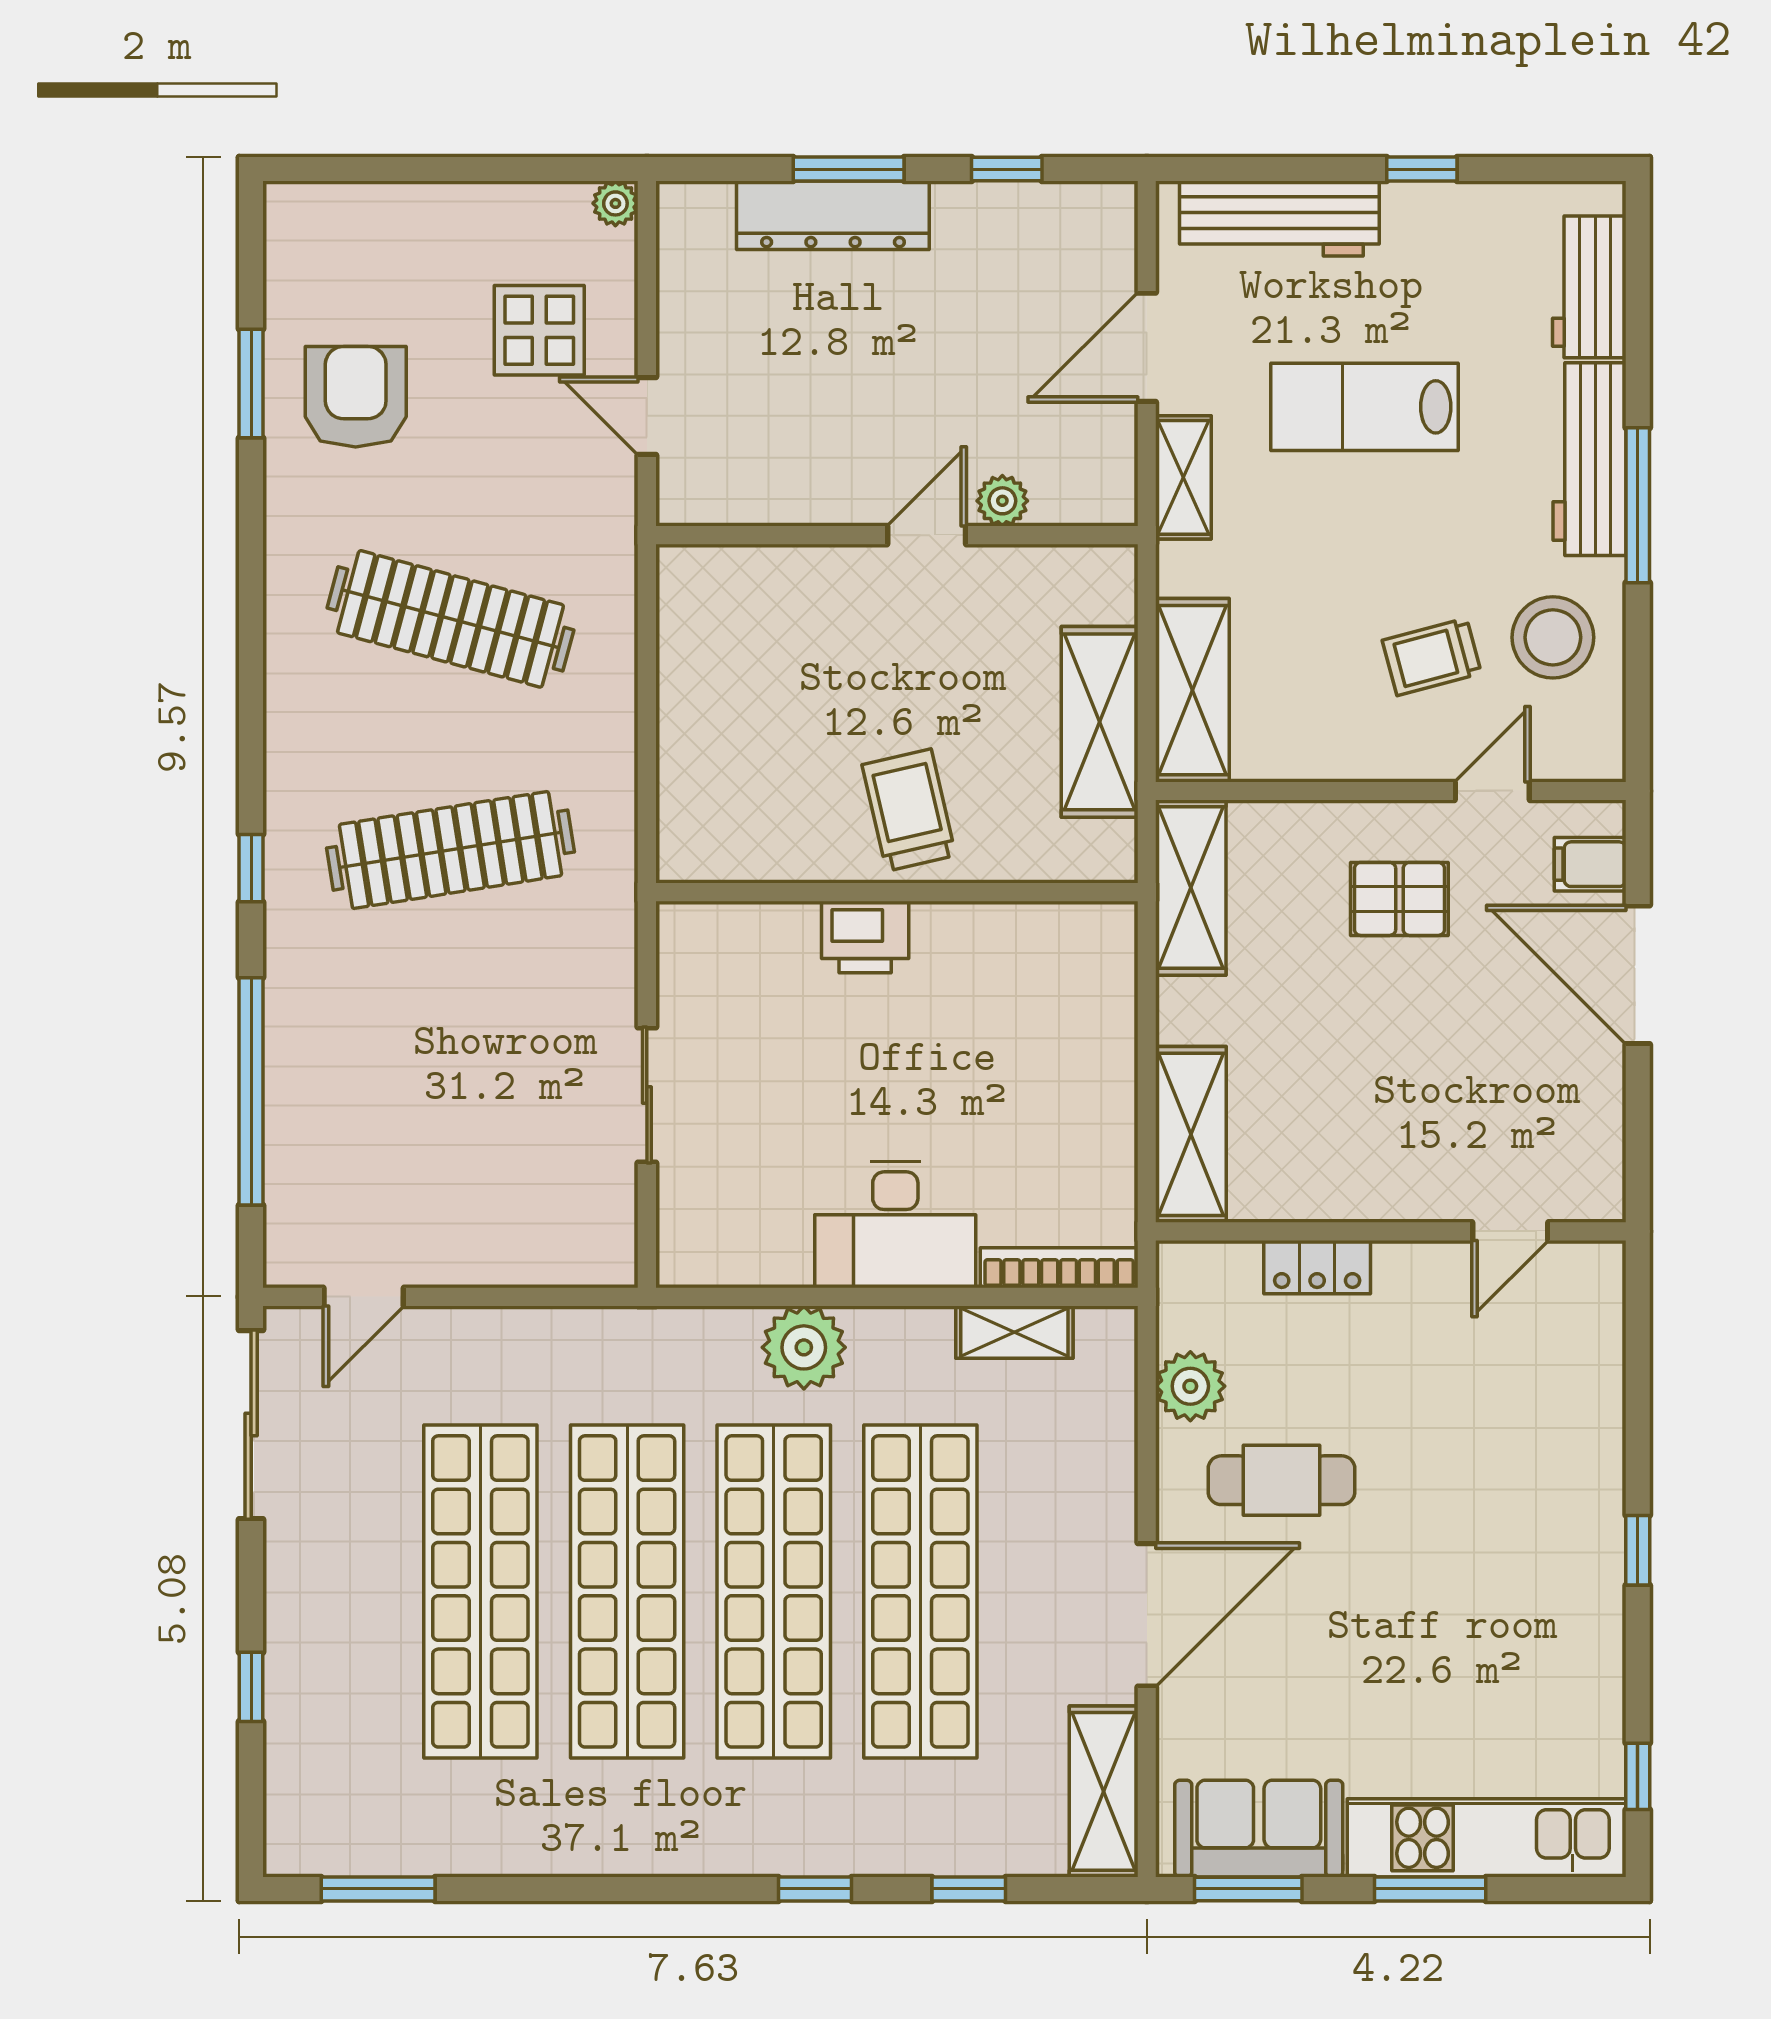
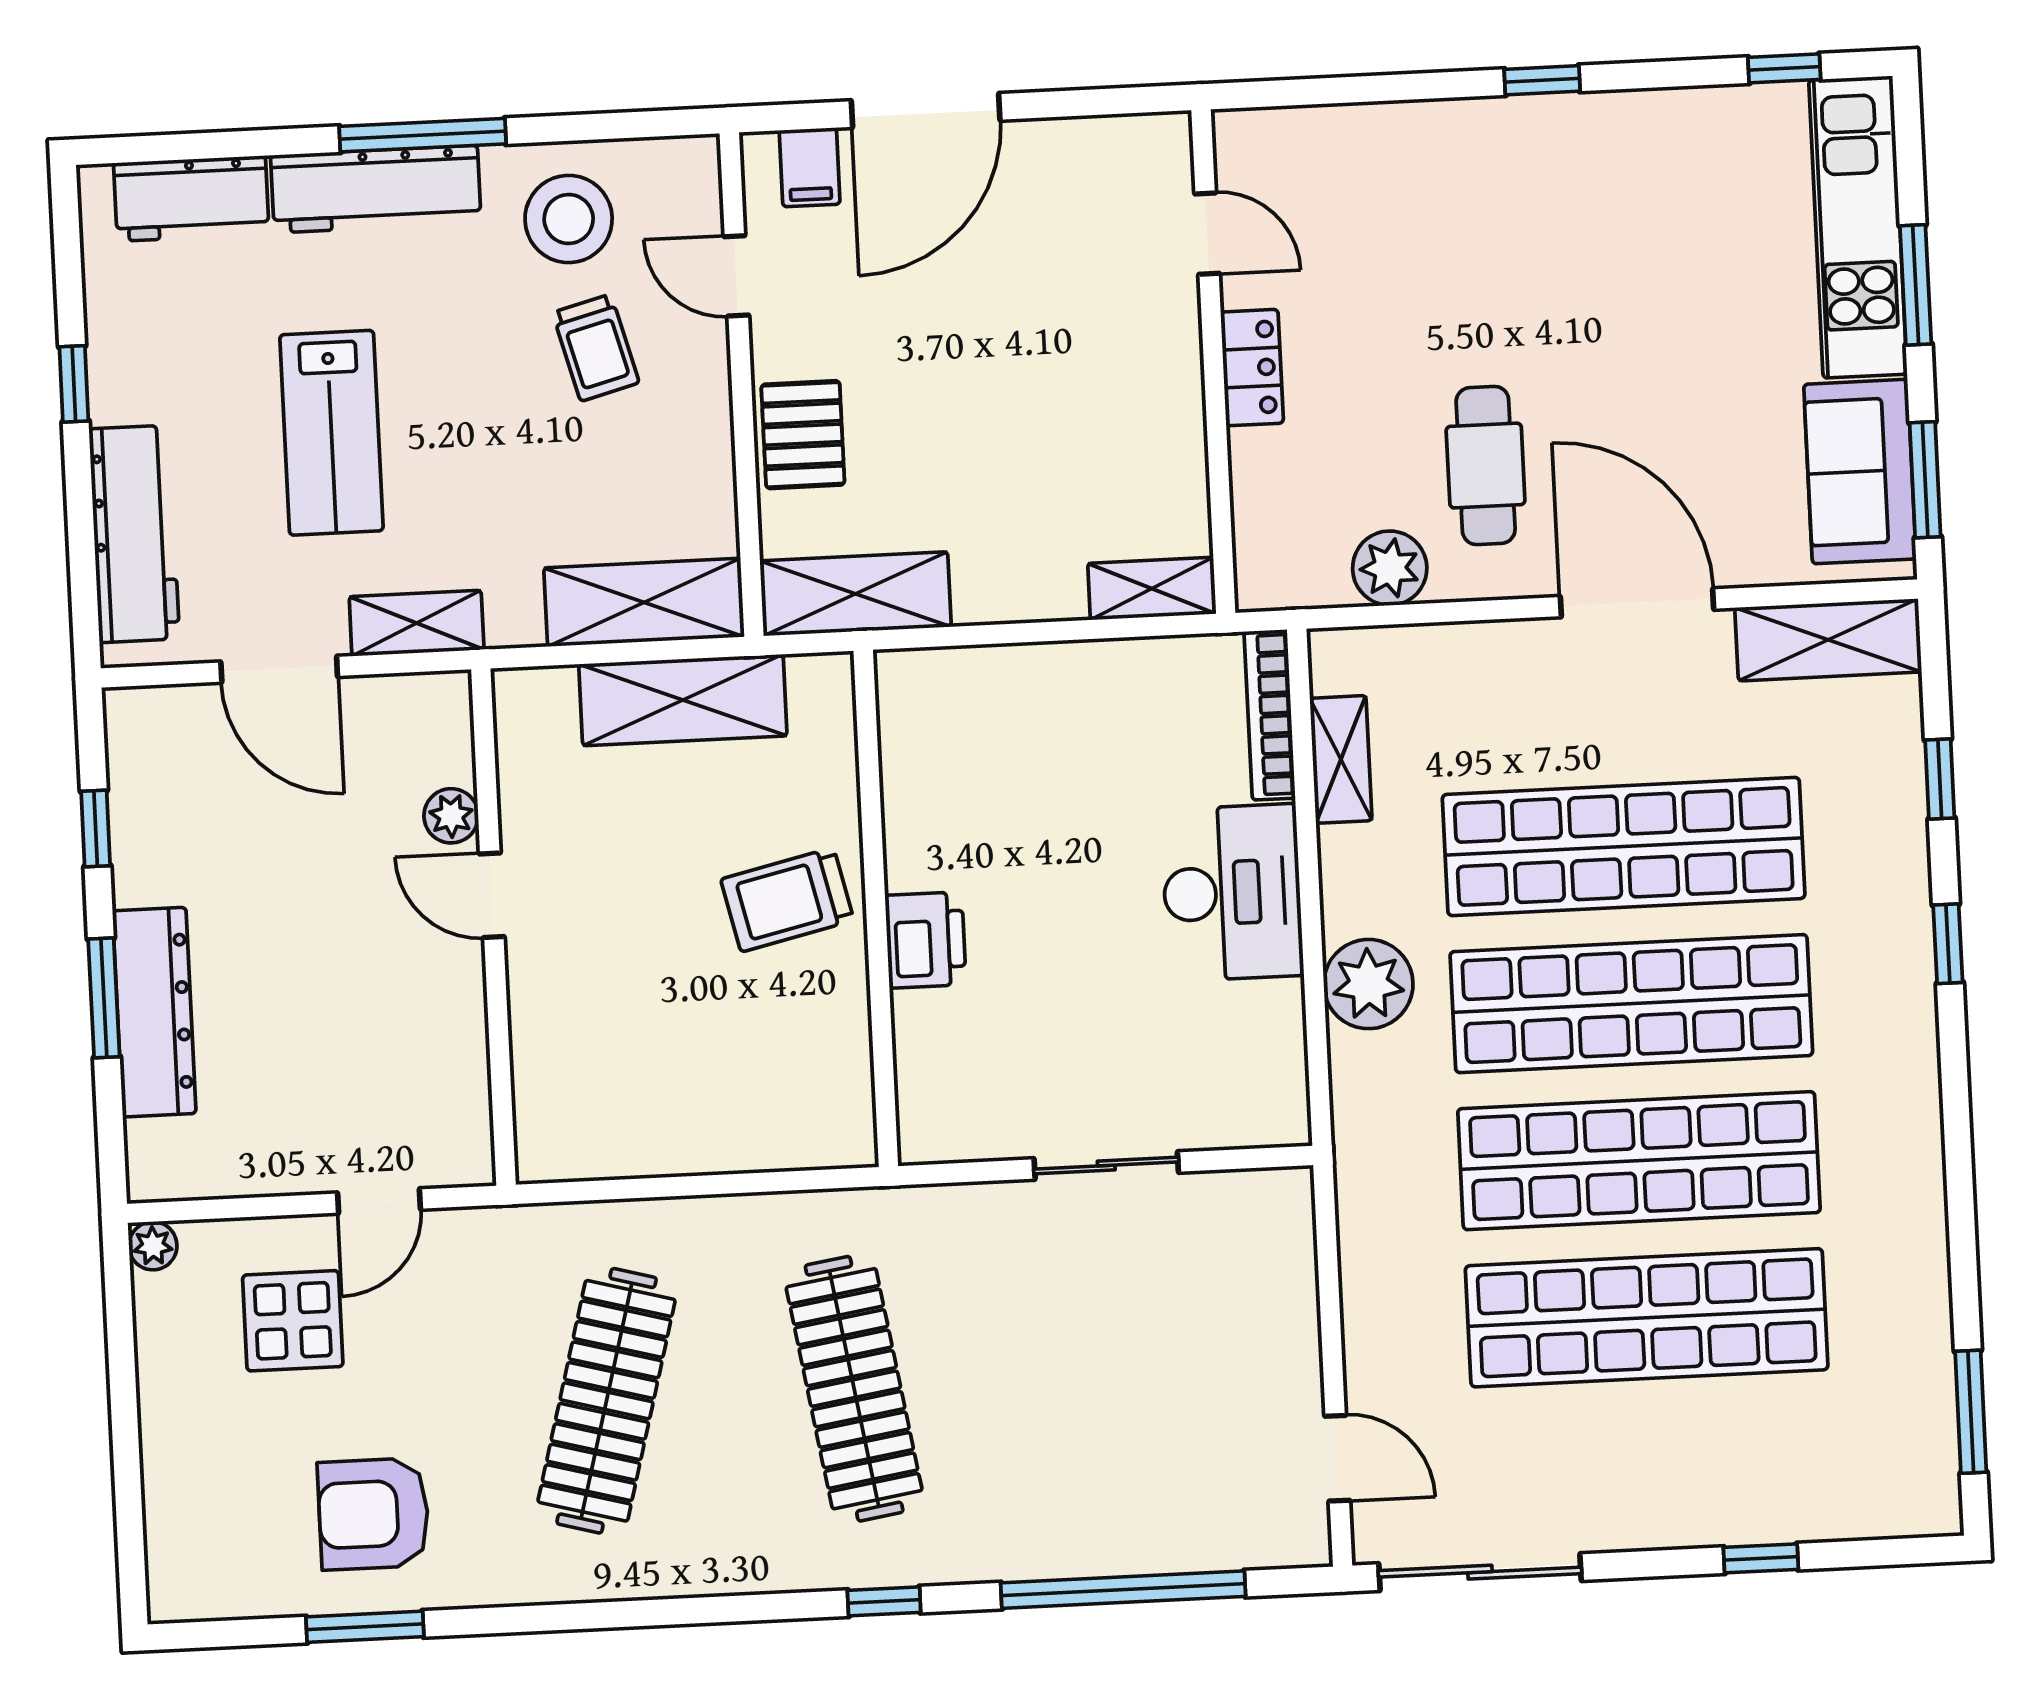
pallet: (1399, 899) -> (803, 435), moved
shelving: (1191, 1134) -> (1152, 589), width x0.67, depth x0.75
locker: (1317, 1267) -> (1252, 368), moved

